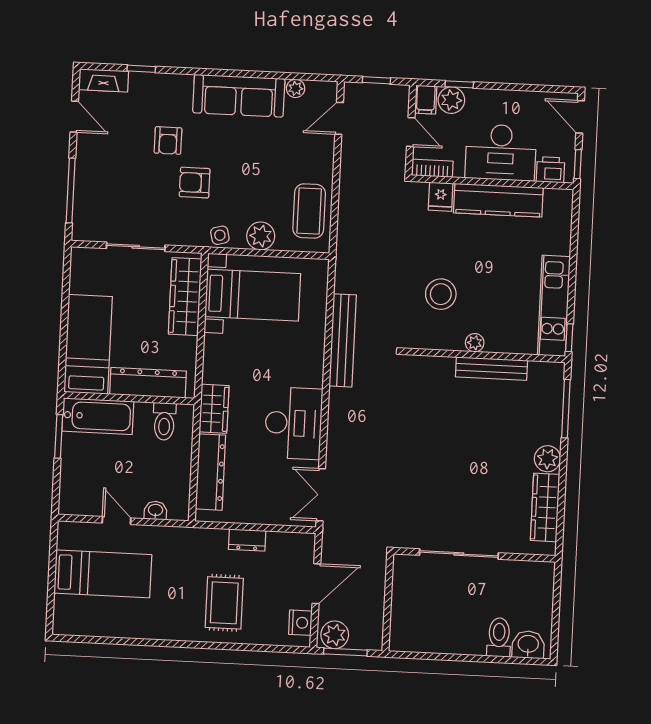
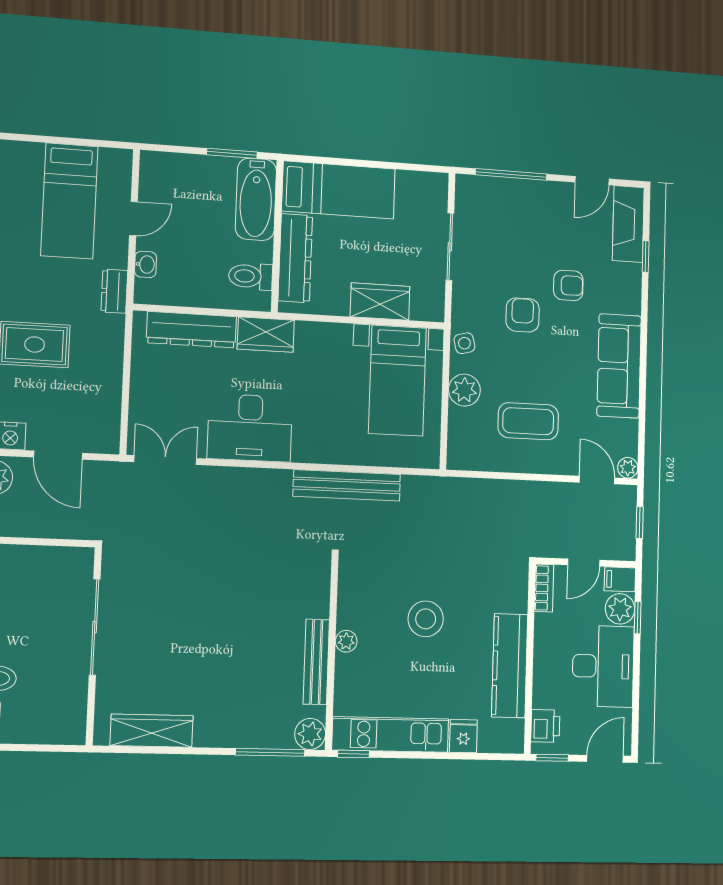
fireplace: (104, 80) -> (628, 224), width x1.37, depth x1.32
plant: (296, 88) -> (628, 468), moved
armchair: (168, 140) -> (568, 285), turned 180
desk: (501, 152) -> (603, 666), moved, turned 180
fridge: (441, 197) -> (463, 736), moved, turned 90
coffee table: (309, 211) -> (528, 421), moved
stool: (441, 294) -> (426, 619), moved
wardrobe: (185, 297) -> (380, 301), width x0.67
plant: (547, 459) -> (310, 734), moved
dresser: (247, 540) -> (114, 291), moved

